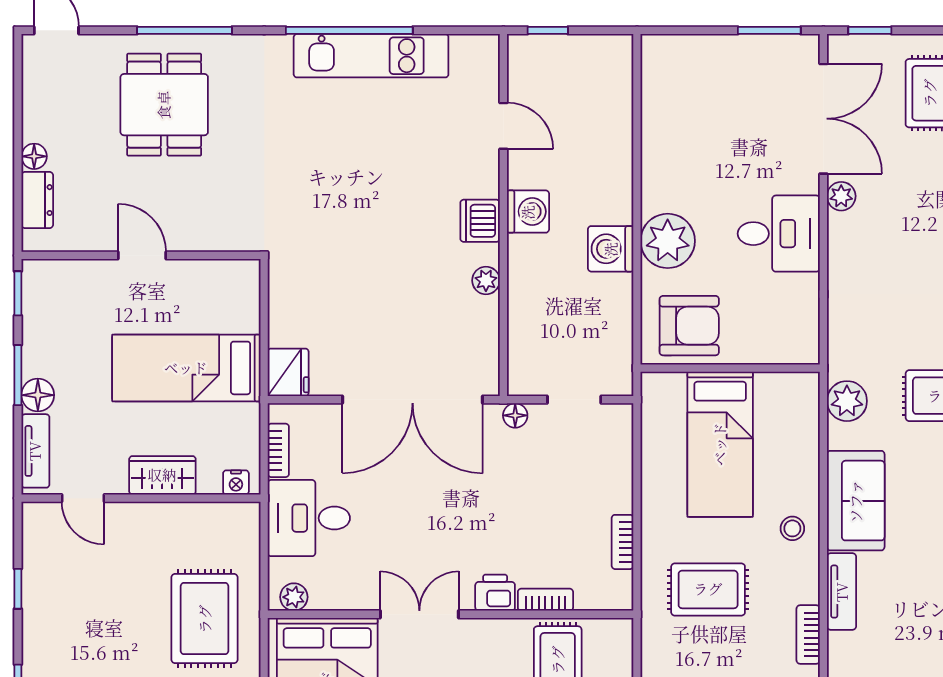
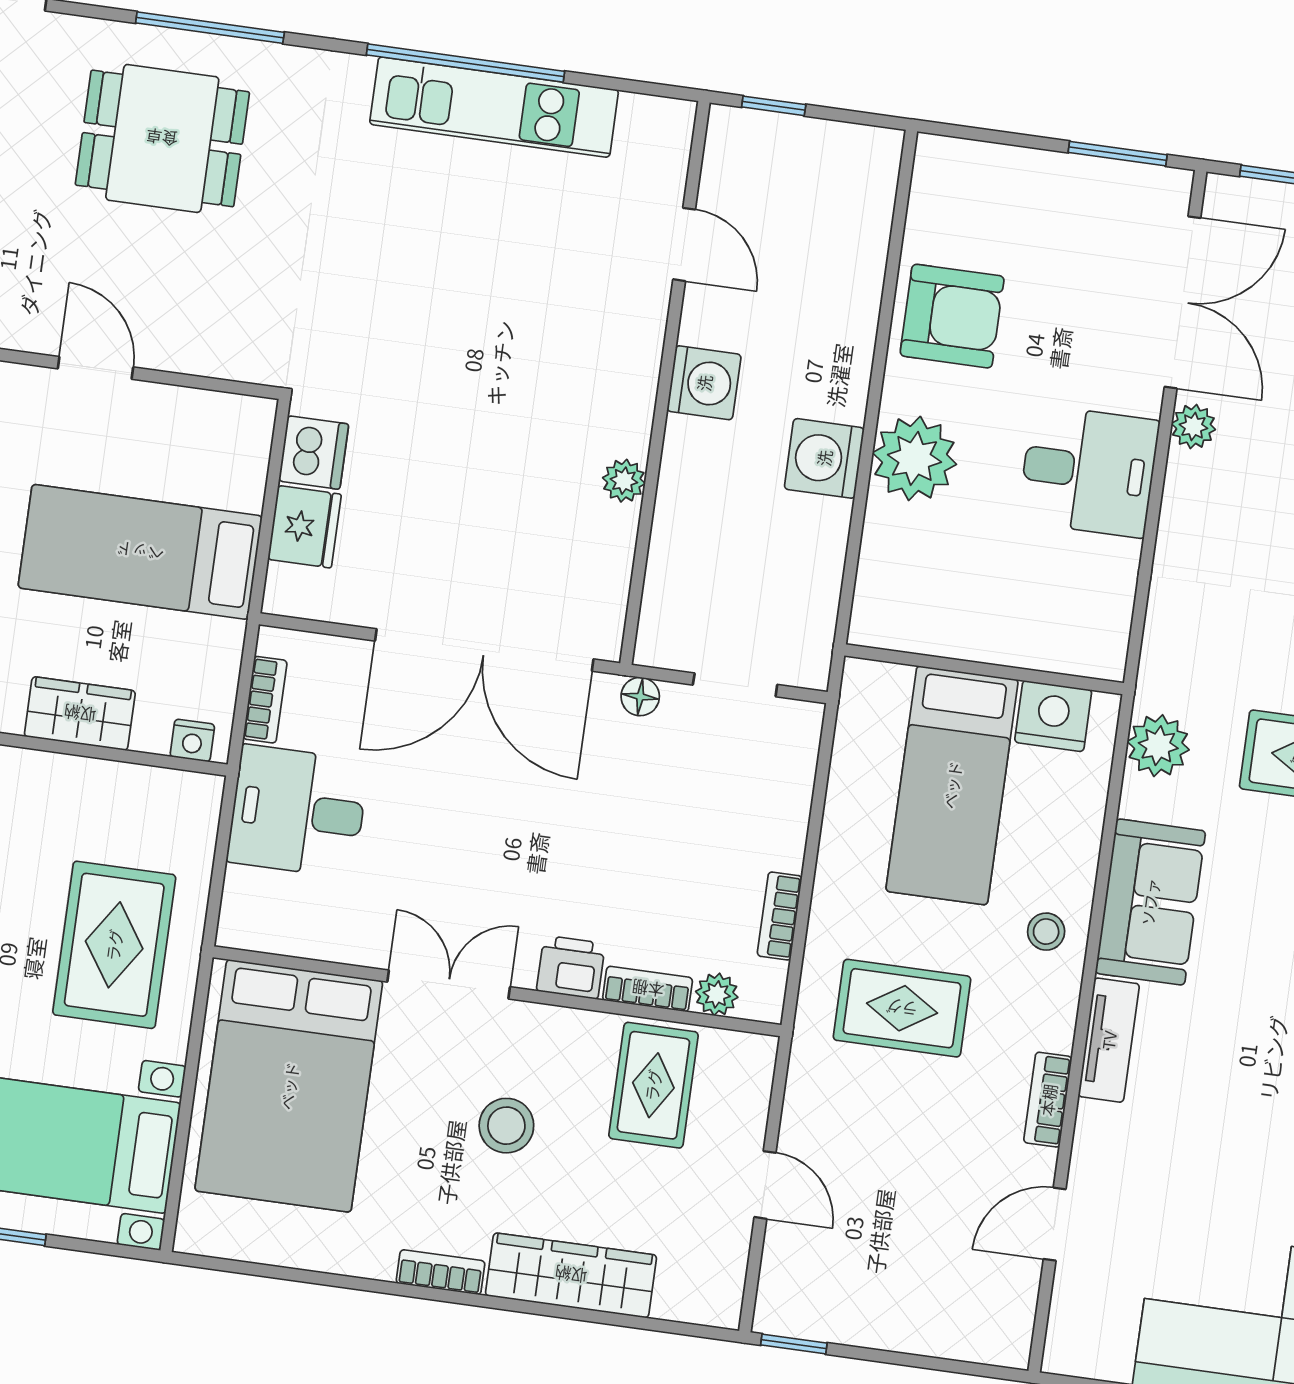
dining table: (164, 105) -> (162, 138), turned 90
dishwasher: (480, 221) -> (314, 452), moved, turned 180
armchair: (689, 326) -> (952, 316), moved
fridge: (288, 372) -> (305, 527), moved
nightstand: (778, 392) -> (1053, 716), added
plant: (294, 597) -> (717, 994), moved

